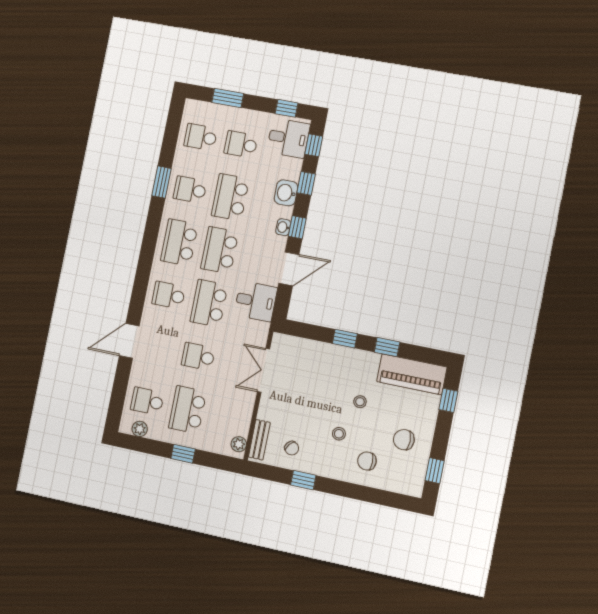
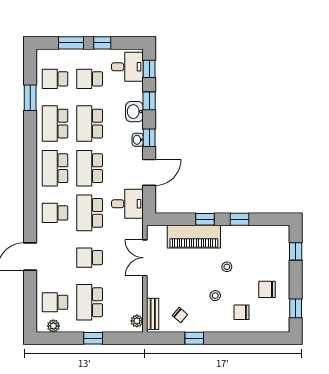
window: (287, 108) -> (102, 43), moved
window: (162, 182) -> (30, 98), moved
school desk: (190, 190) -> (55, 124), width x1.85
piano: (412, 374) -> (194, 237), moved

